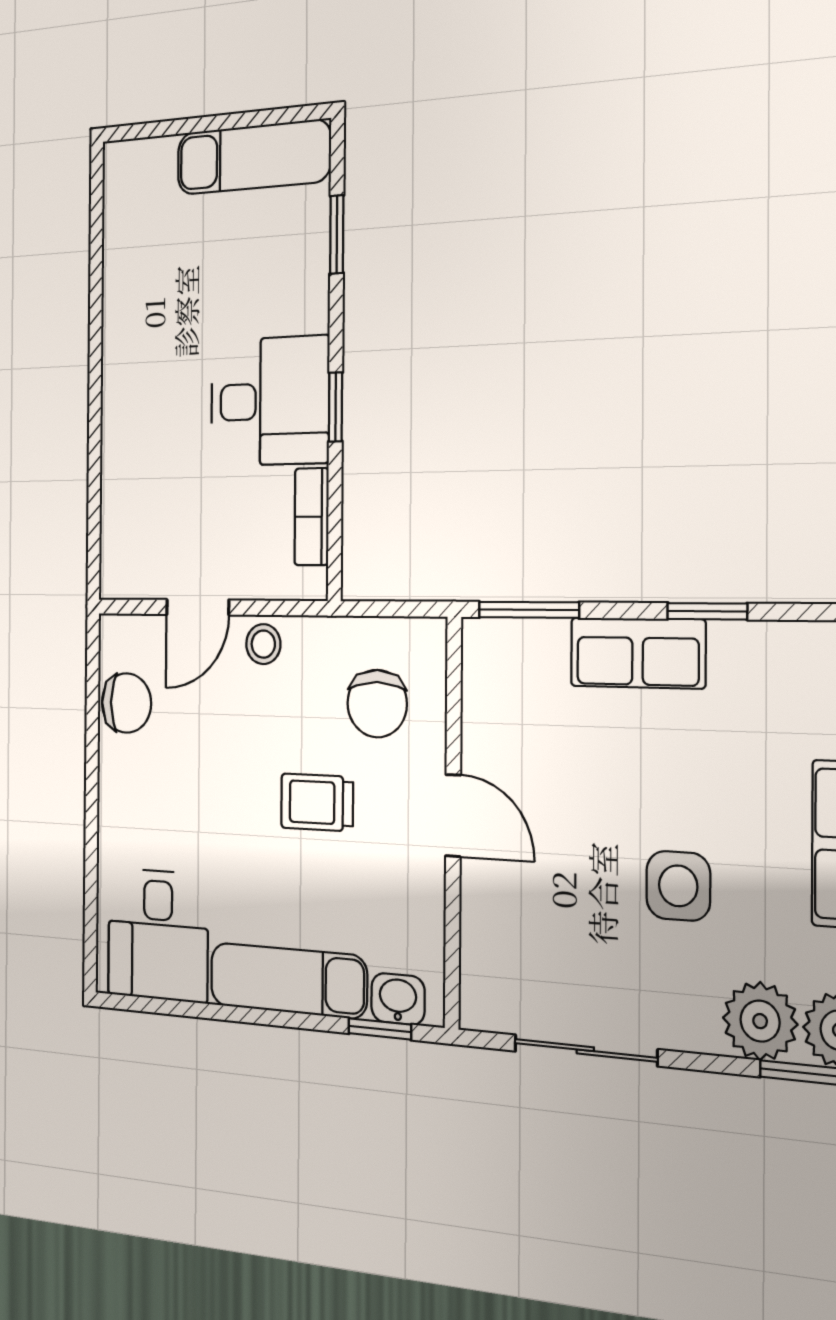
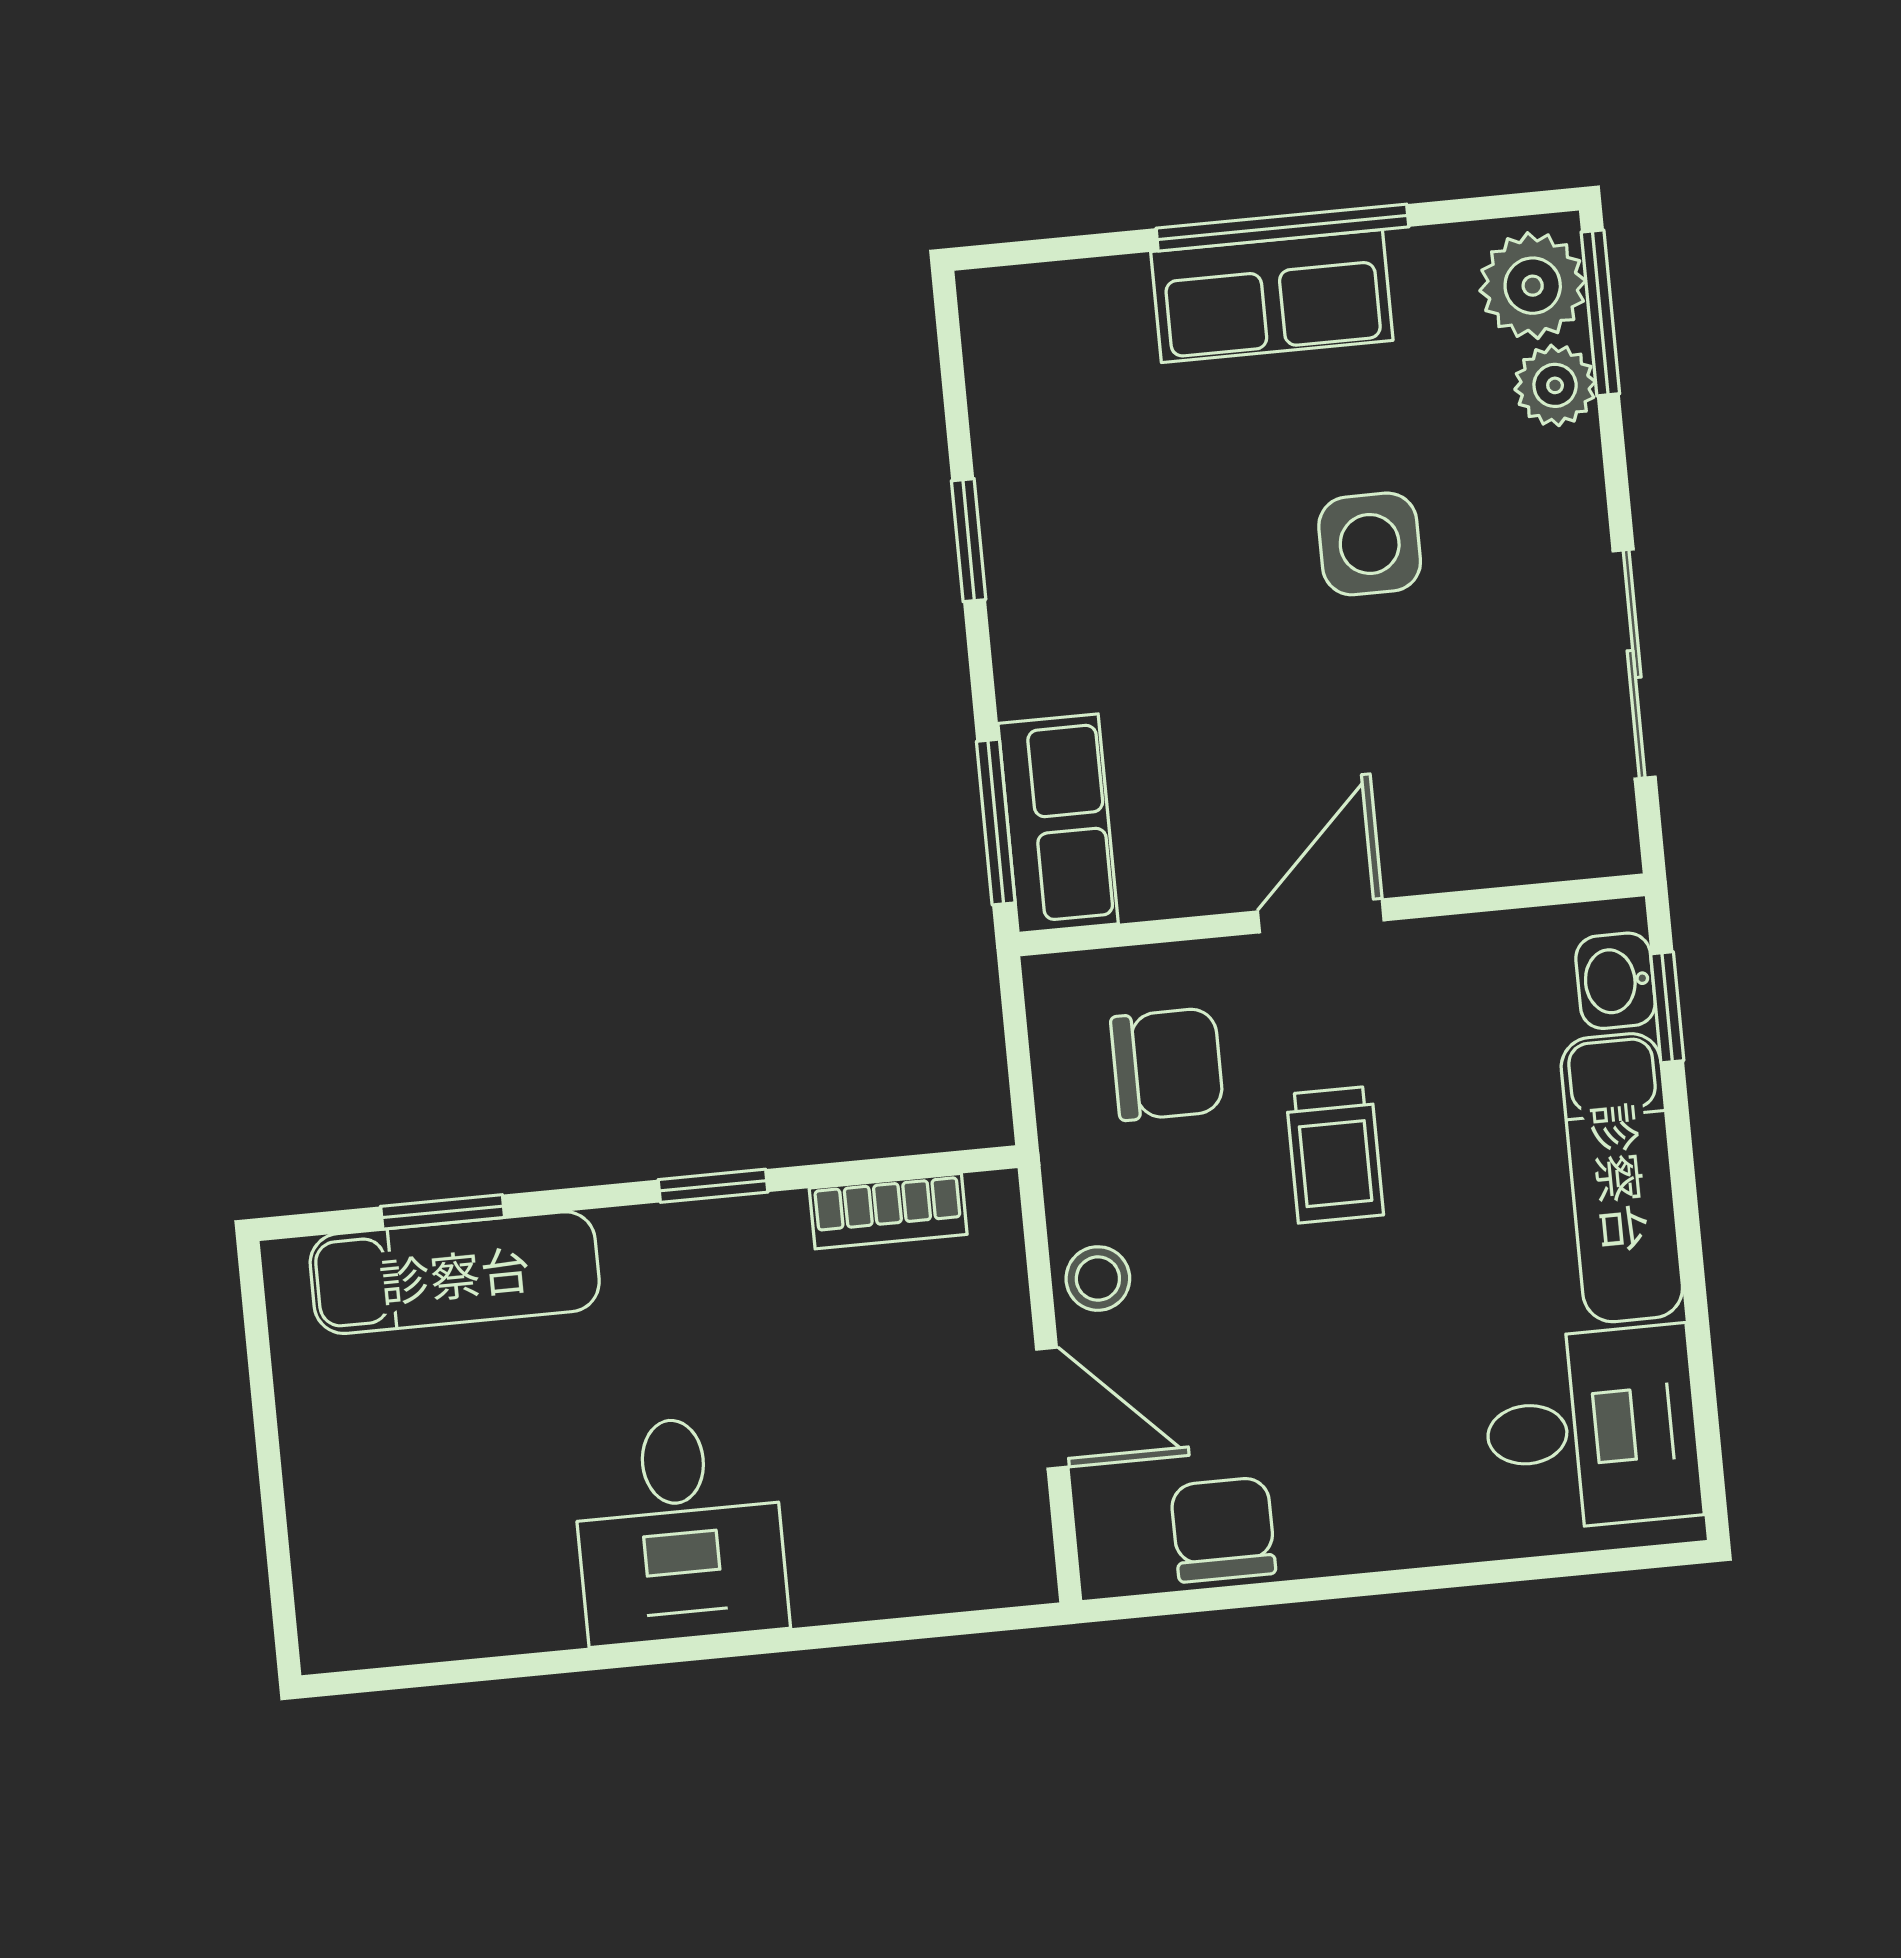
exam couch: (253, 157) -> (455, 1273), moved, turned 90
desk: (270, 401) -> (679, 1529), moved, turned 180
row of seats: (638, 653) -> (1058, 824), moved
plant: (760, 1021) -> (1555, 385), width x0.73, depth x0.73

